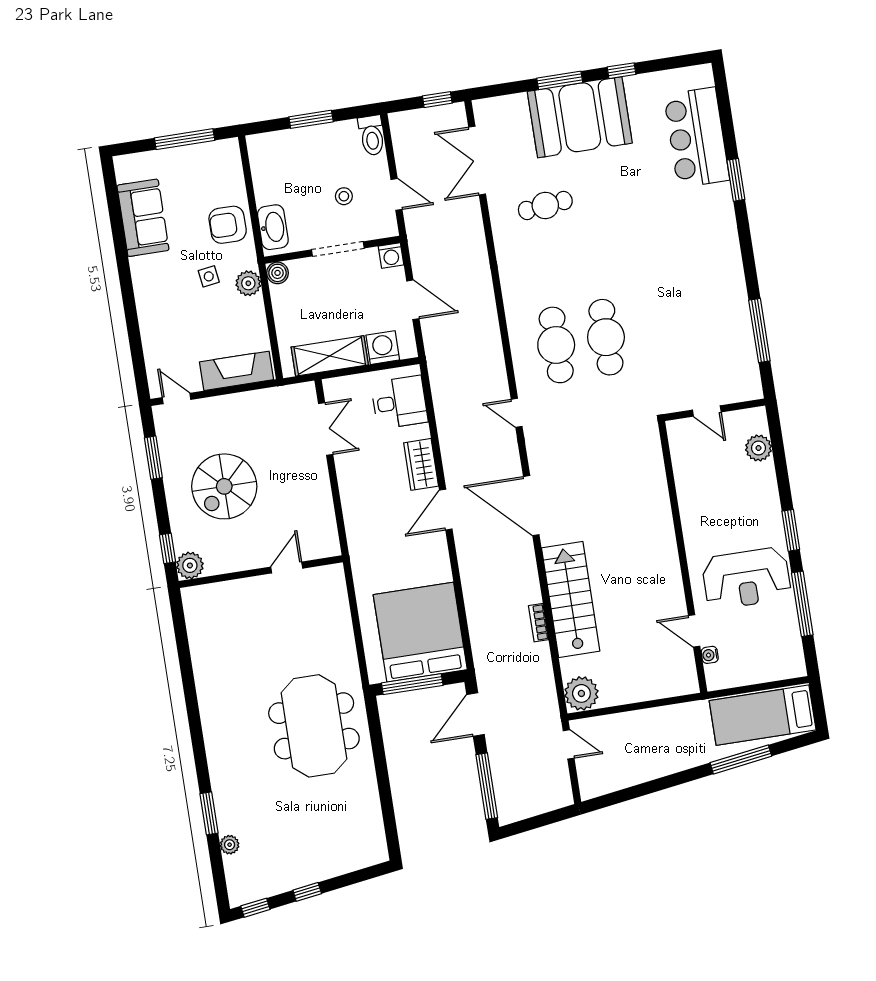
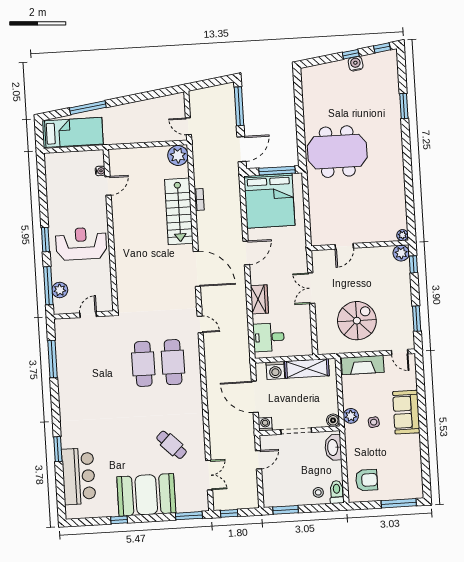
window: (560, 80) -> (189, 516), moved
window: (311, 119) -> (286, 510), moved
toilet: (372, 135) -> (337, 492), moved
window: (185, 139) -> (399, 503), moved
double door: (477, 161) -> (209, 475), width x0.73
door: (396, 194) -> (259, 460), swing flipped
stool: (344, 196) -> (318, 492), moved
cafe table: (545, 205) -> (172, 445), turned 51
sofa: (143, 218) -> (406, 412), moved
armchair: (228, 225) -> (367, 480), moved
door: (413, 300) -> (255, 397), width x1.36
door: (707, 411) -> (88, 315), hinge flipped
double door: (326, 429) -> (311, 288), moved
spiral stairs: (224, 486) -> (357, 321), moved
door: (446, 510) -> (246, 253), moved
reception desk: (746, 578) -> (81, 244), moved
window: (802, 604) -> (48, 286), moved
door: (694, 631) -> (108, 186), hinge flipped
meeting table: (314, 726) -> (337, 152), turned 90
plant: (230, 845) -> (402, 235), moved
water cooler: (297, 877) -> (356, 64), added

